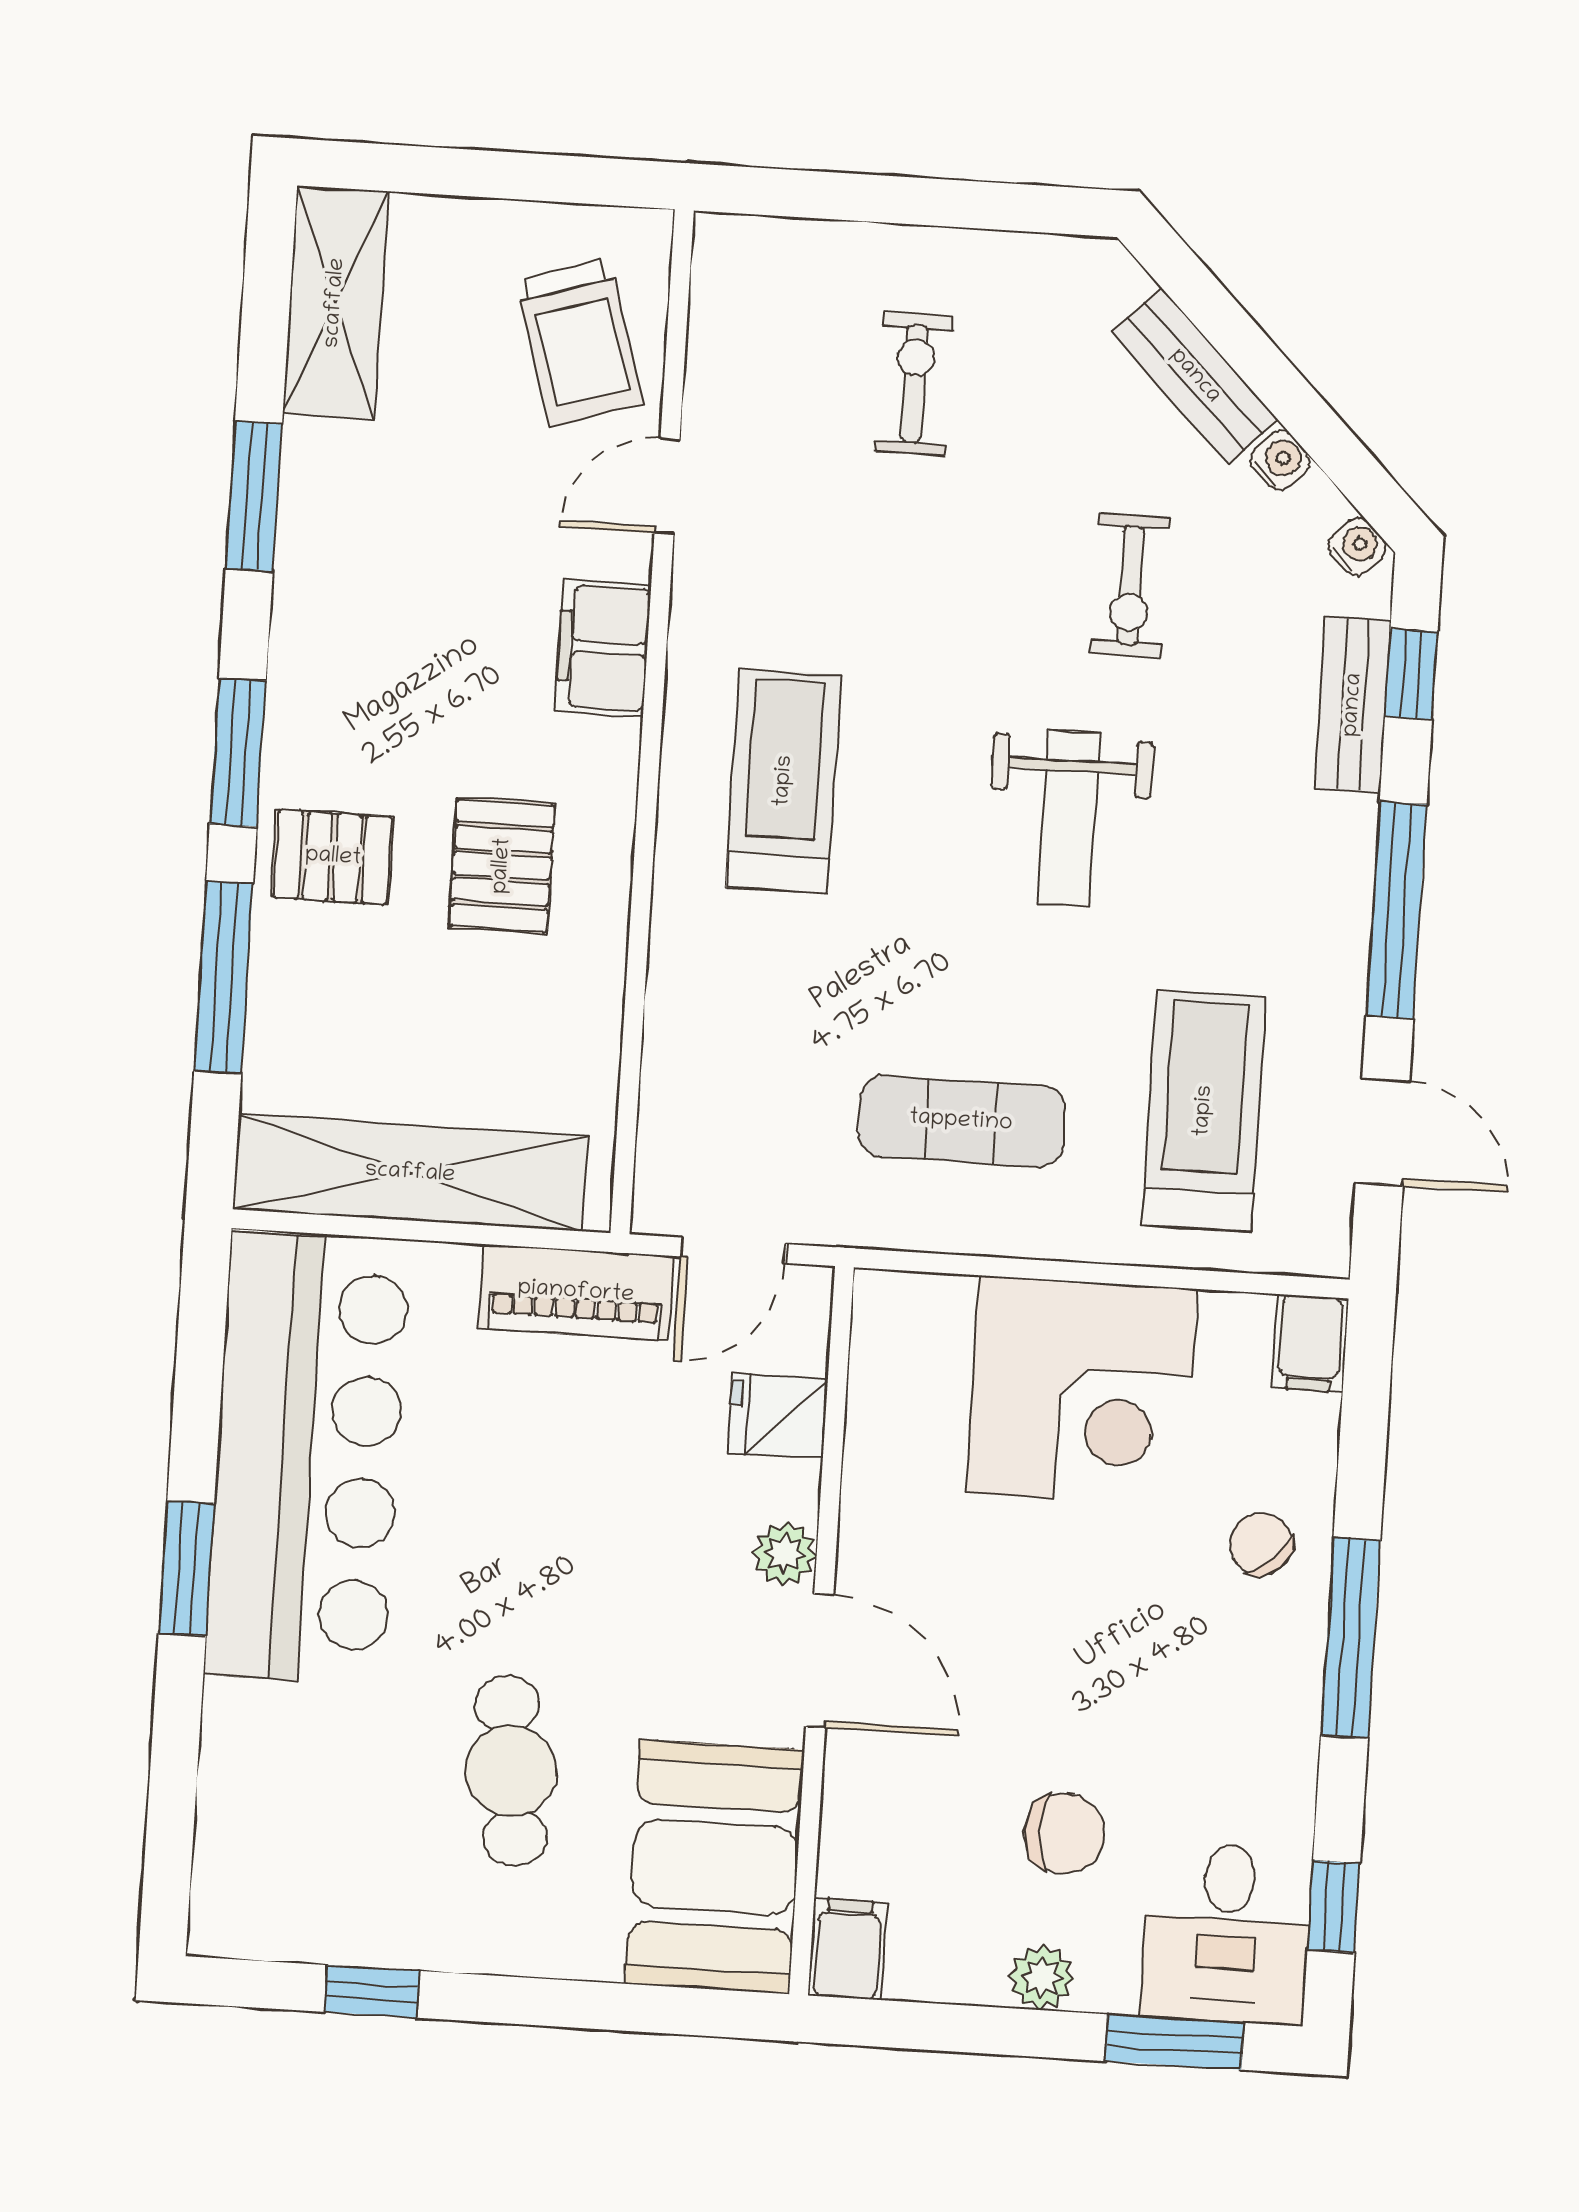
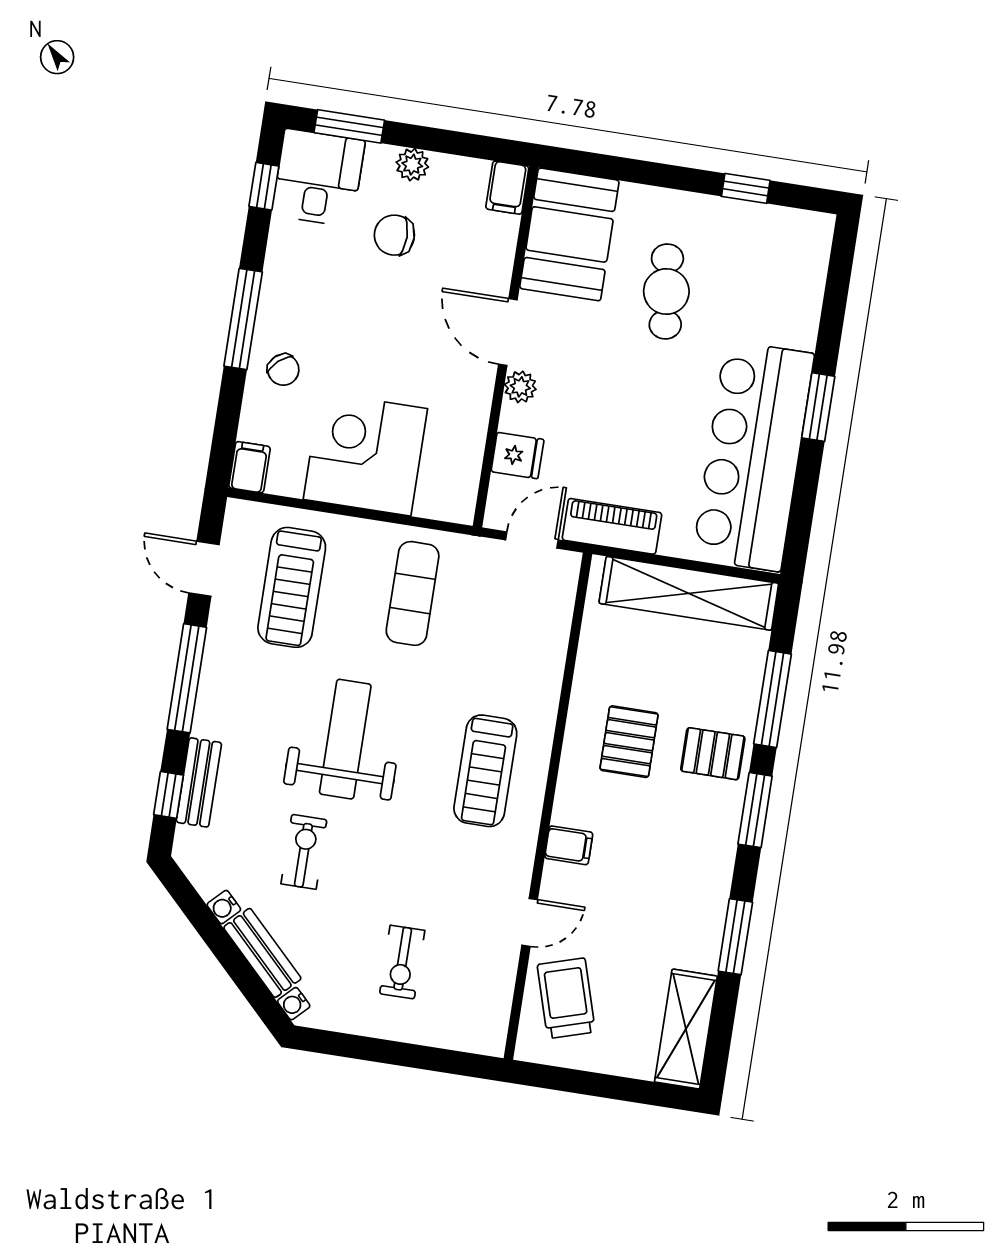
water cooler: (1357, 546) -> (294, 1004), moved
filing cabinet: (603, 648) -> (569, 845), width x0.50
weight bench: (1069, 818) -> (345, 739), width x1.36, depth x1.33
exercise mat: (961, 1121) -> (413, 593), turned 90

